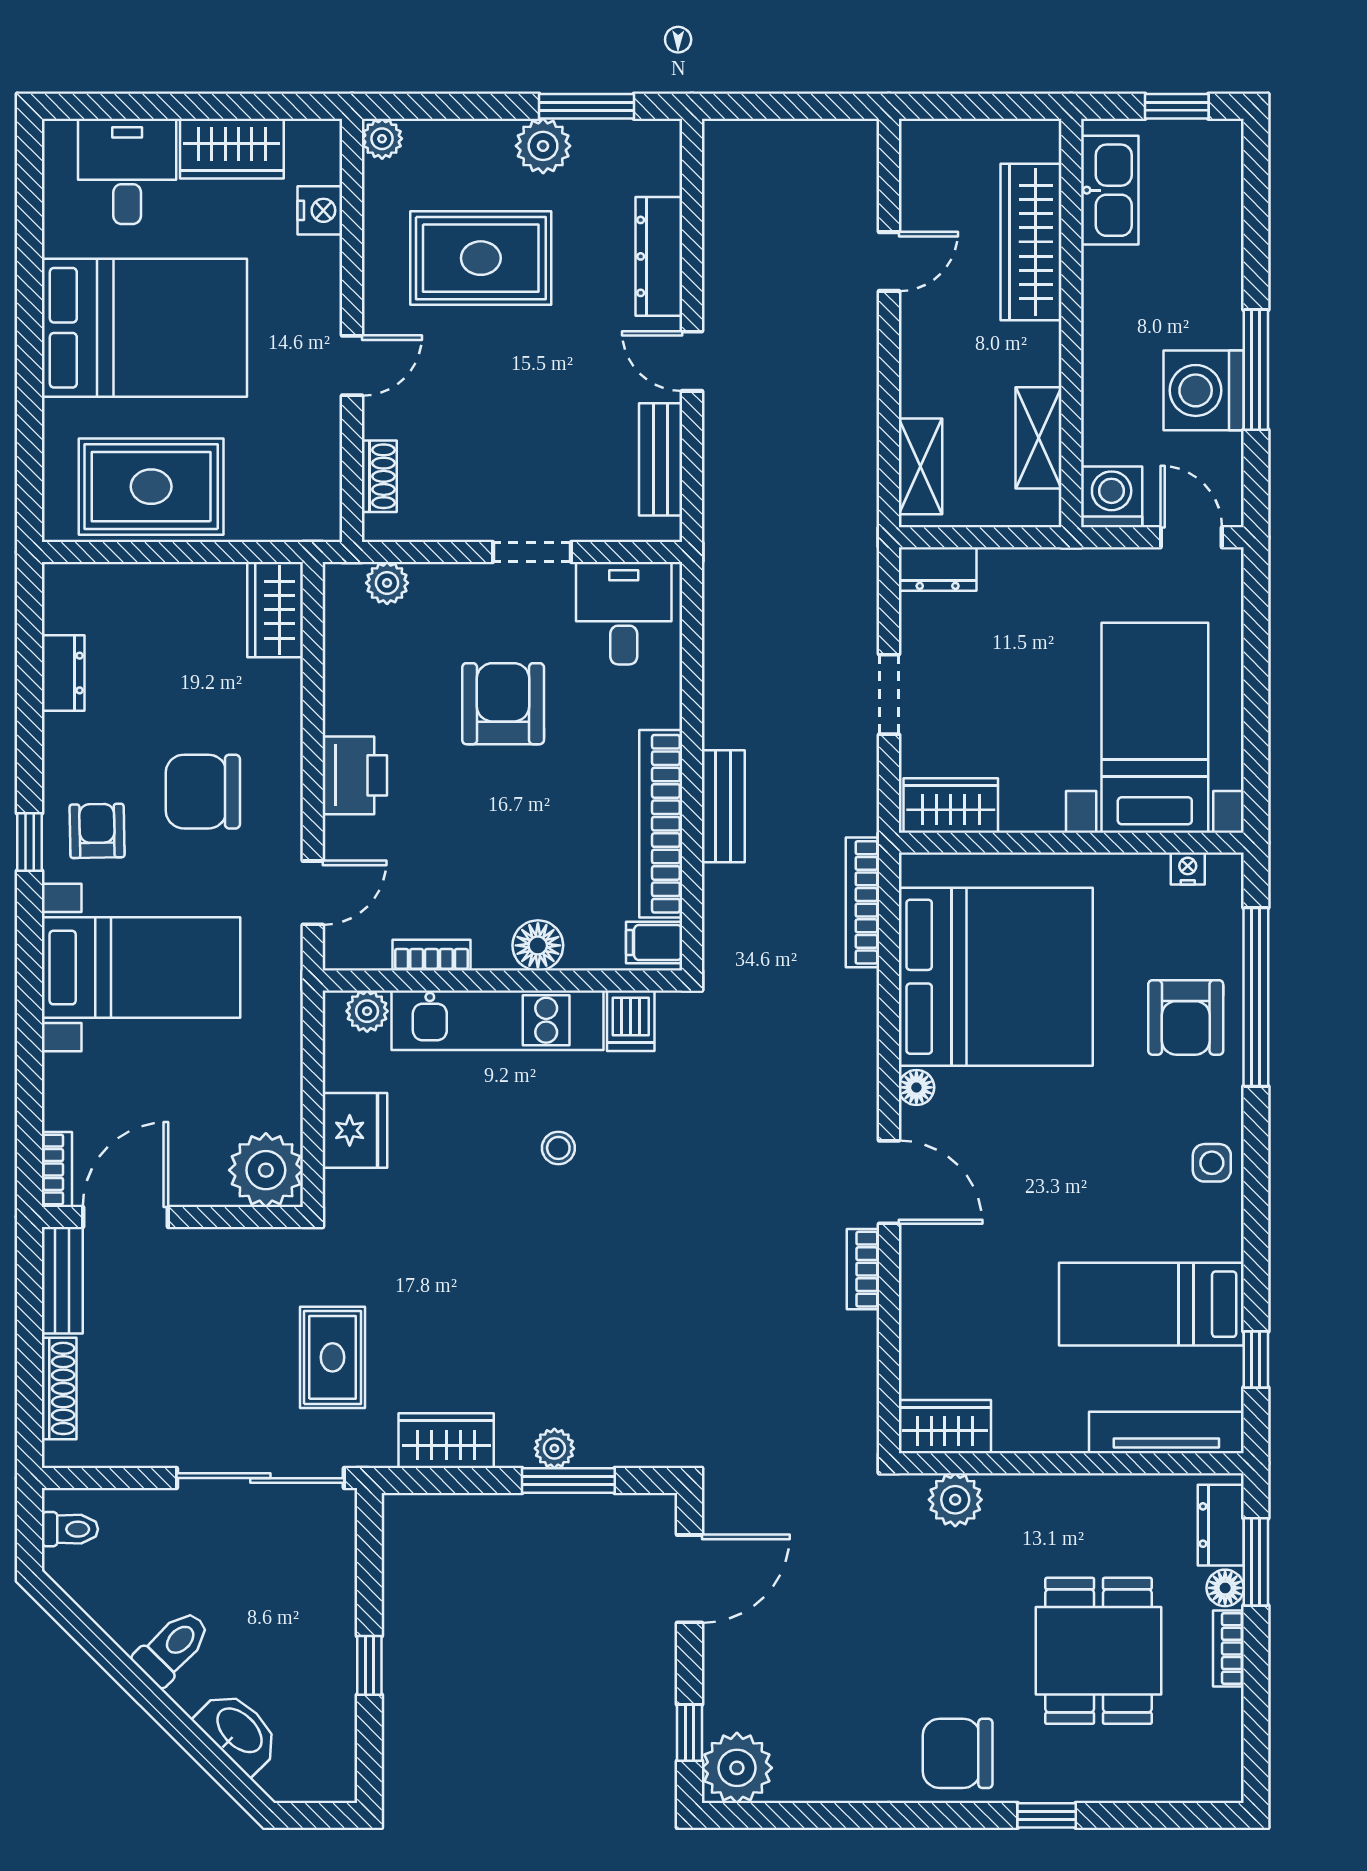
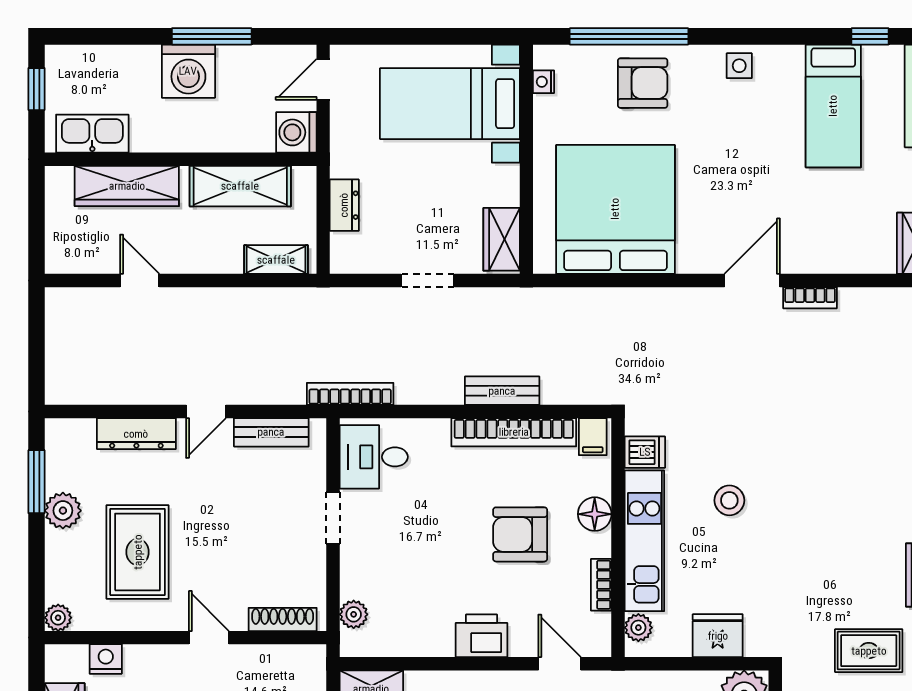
washing machine: (1204, 390) -> (188, 71), moved
shelving: (1038, 438) -> (240, 186), width x1.50, depth x1.33
shoe rack: (379, 476) -> (283, 619), width x1.43
dresser: (938, 569) -> (344, 205), moved
armchair: (503, 704) -> (520, 534), moved
bookcase: (862, 902) -> (350, 394), moved, turned 180
floor lamp: (916, 1087) -> (689, 262), removed
stool: (558, 1148) -> (729, 500), width x1.37, depth x1.37

